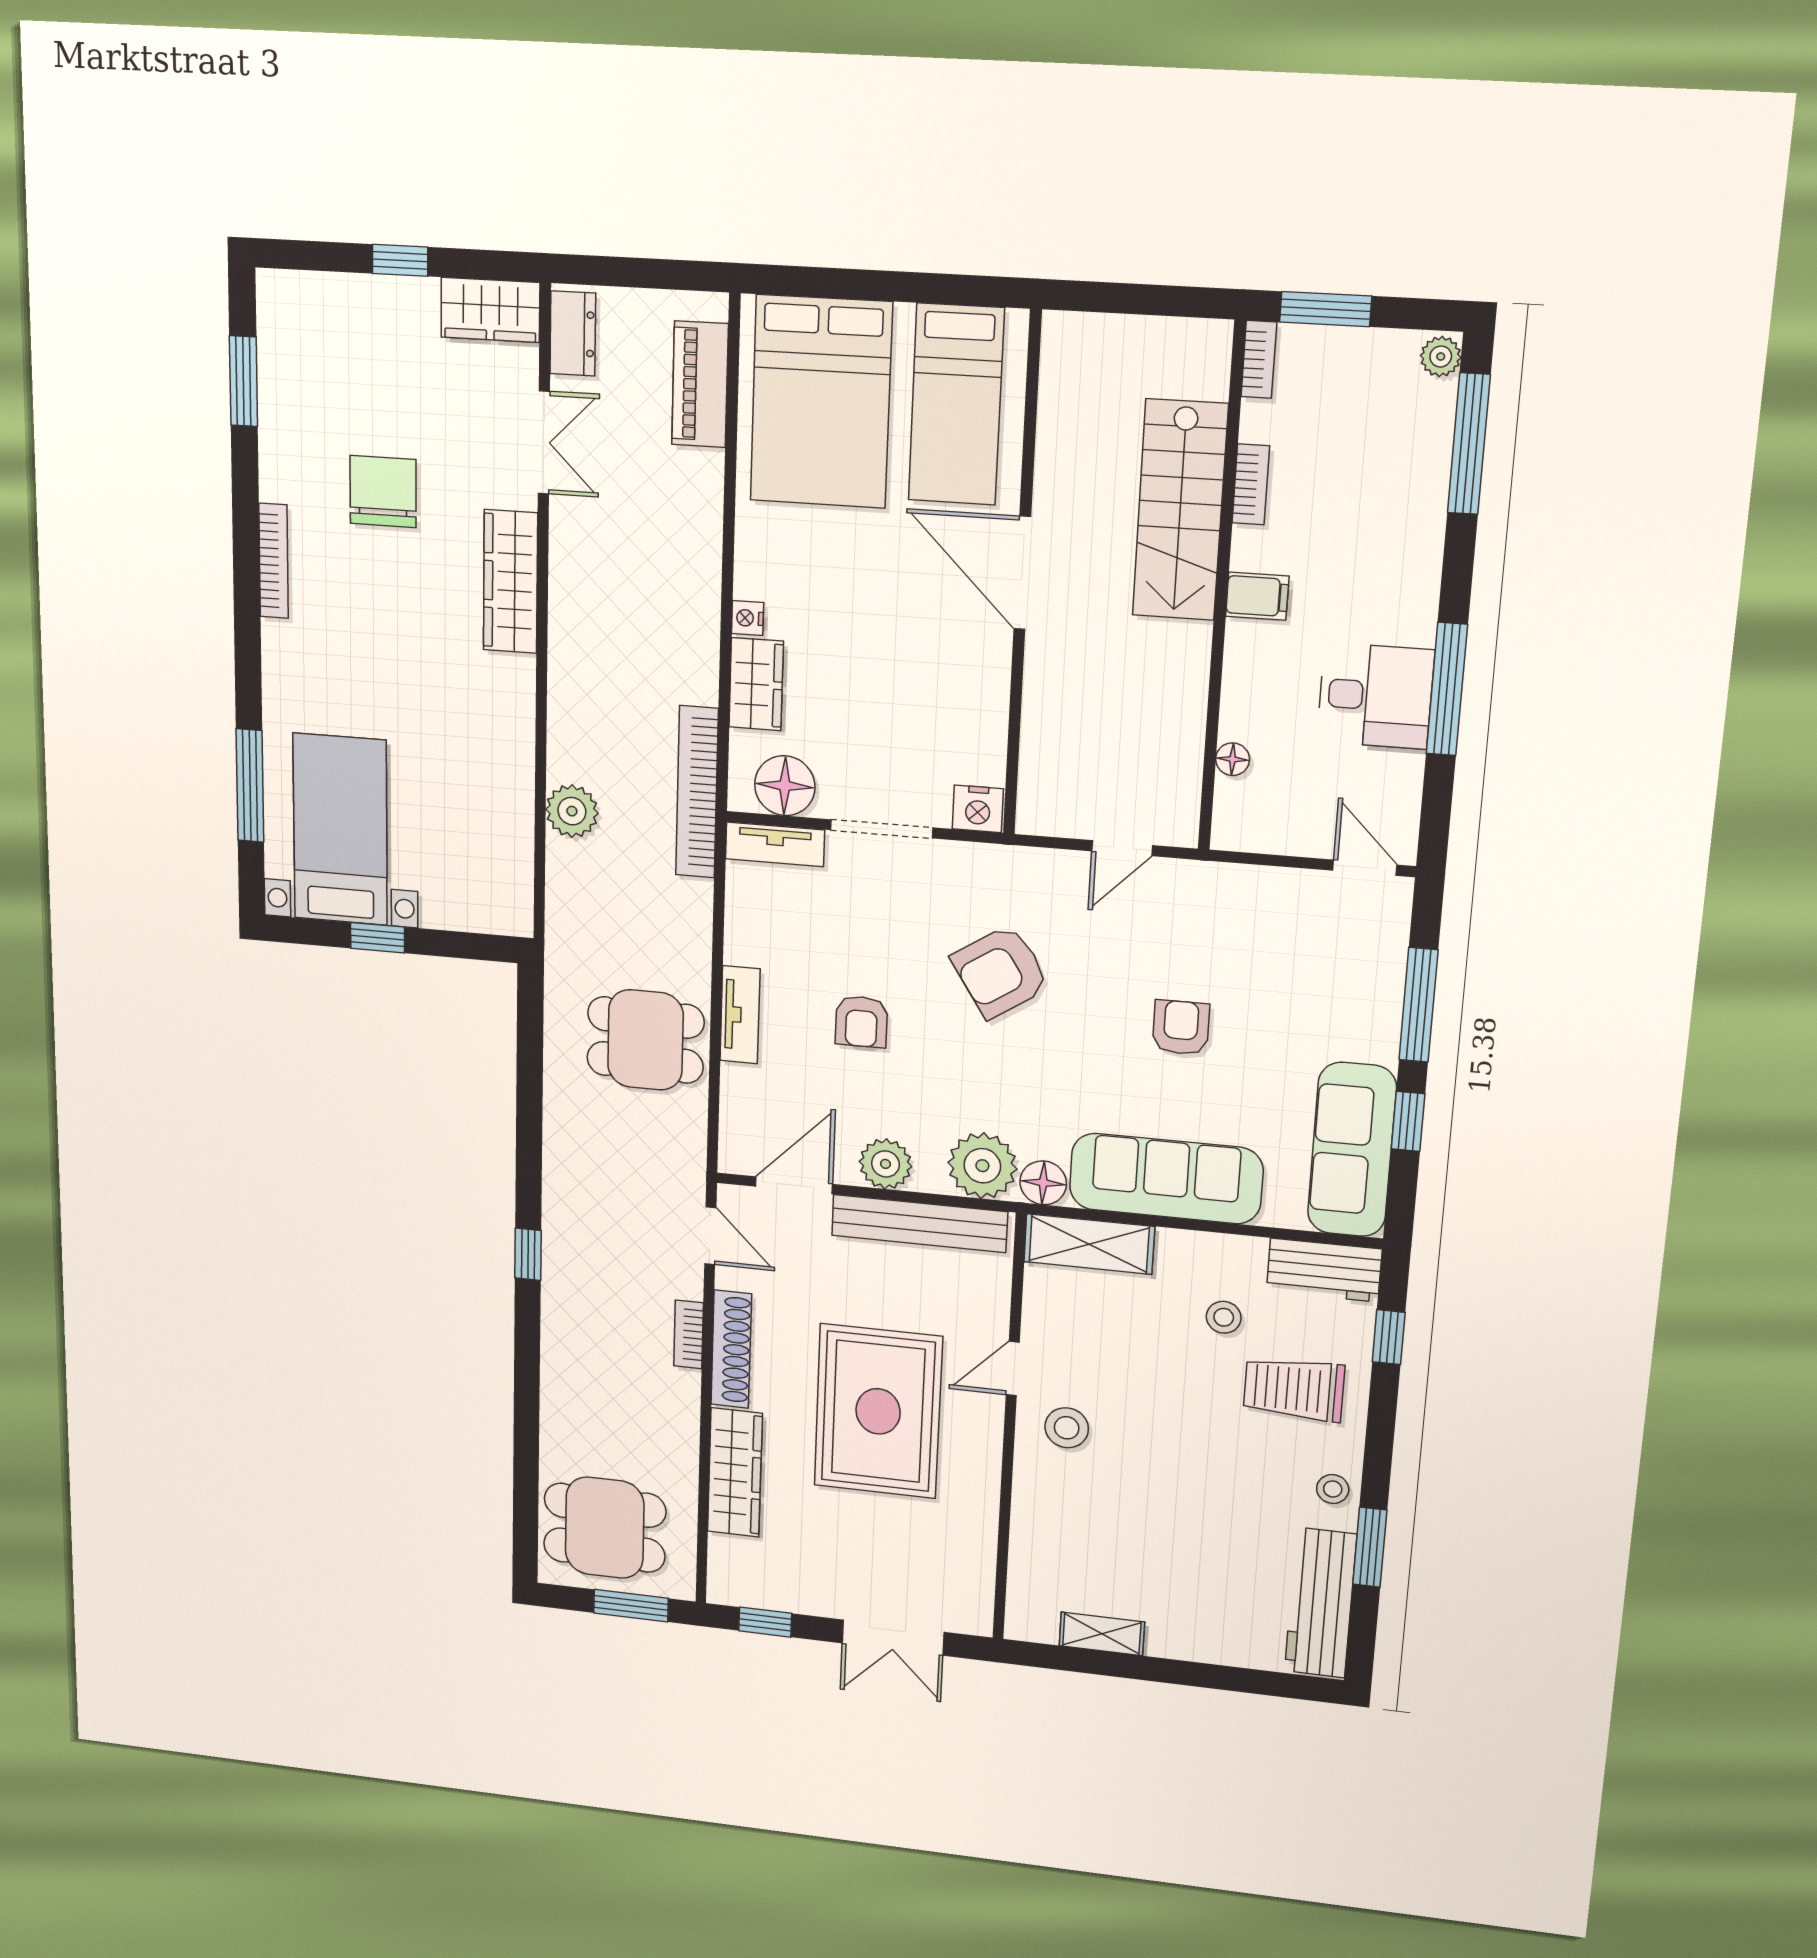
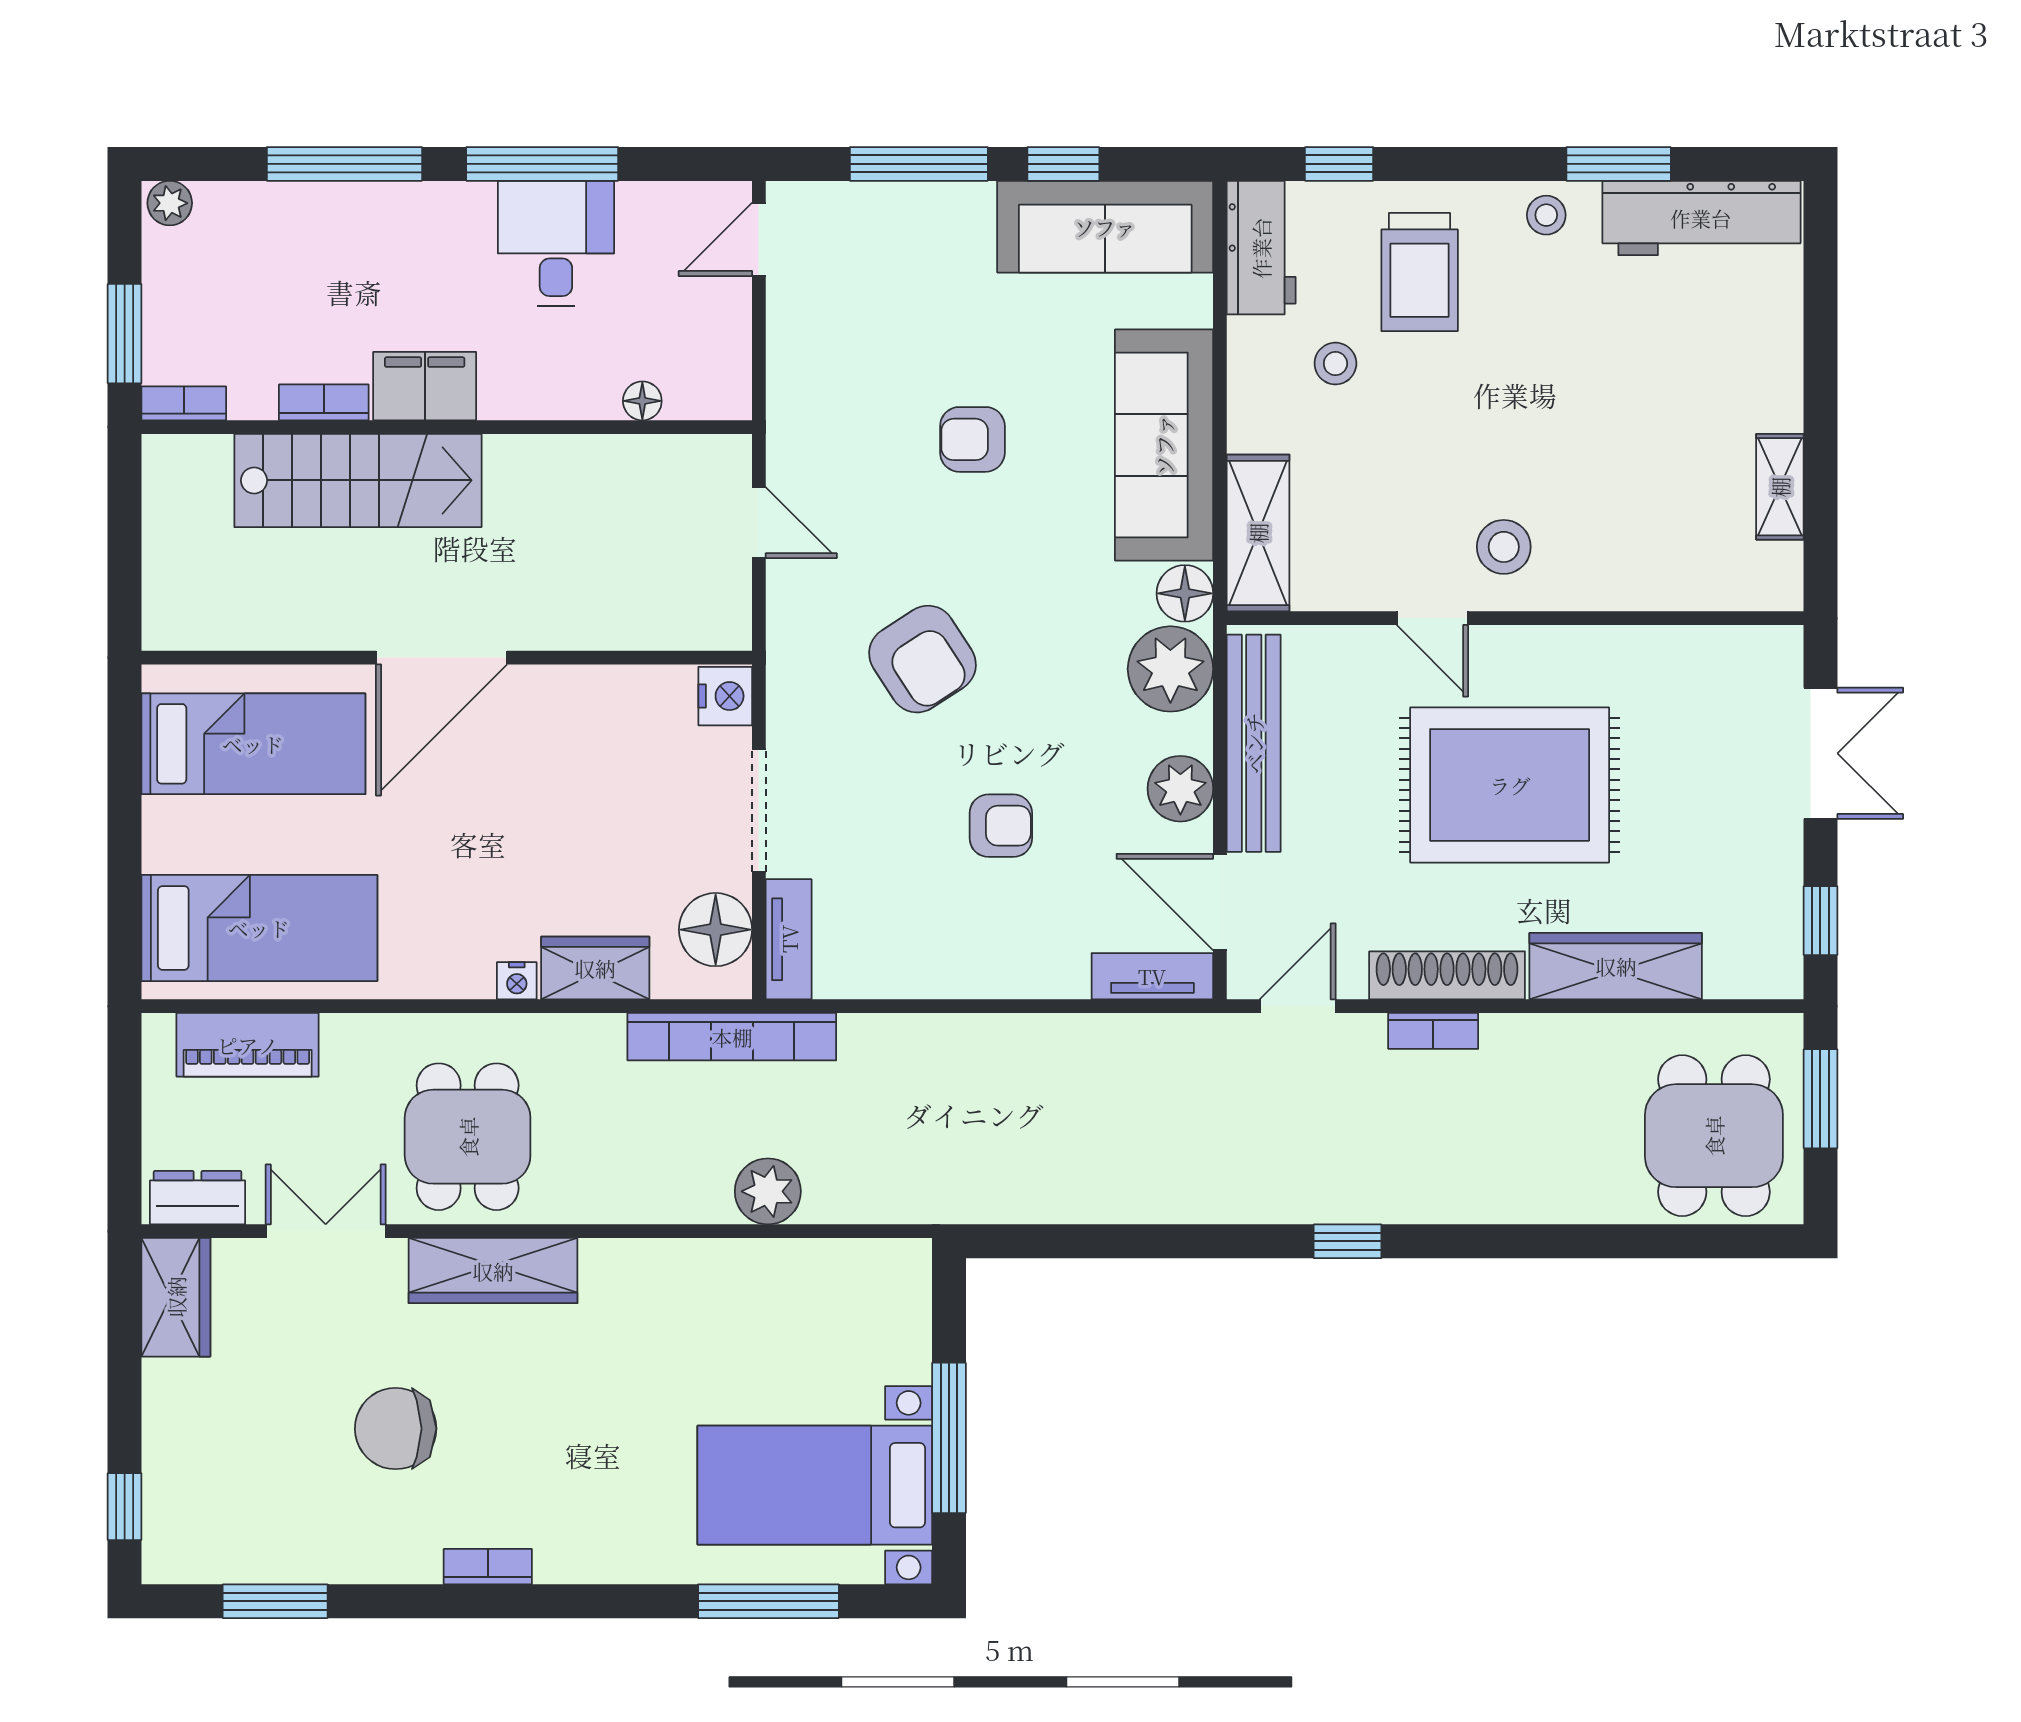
window: (400, 260) -> (125, 1507), moved
bed: (821, 402) -> (259, 928), width x0.67
window: (1469, 444) -> (344, 164), moved
bookcase: (274, 561) -> (488, 1567), width x0.64
filing cabinet: (1257, 596) -> (425, 386), width x2.00
window: (377, 938) -> (949, 1438), width x2.17
tv unit: (740, 1015) -> (1152, 976), moved
dining table: (645, 1040) -> (468, 1137), moved

